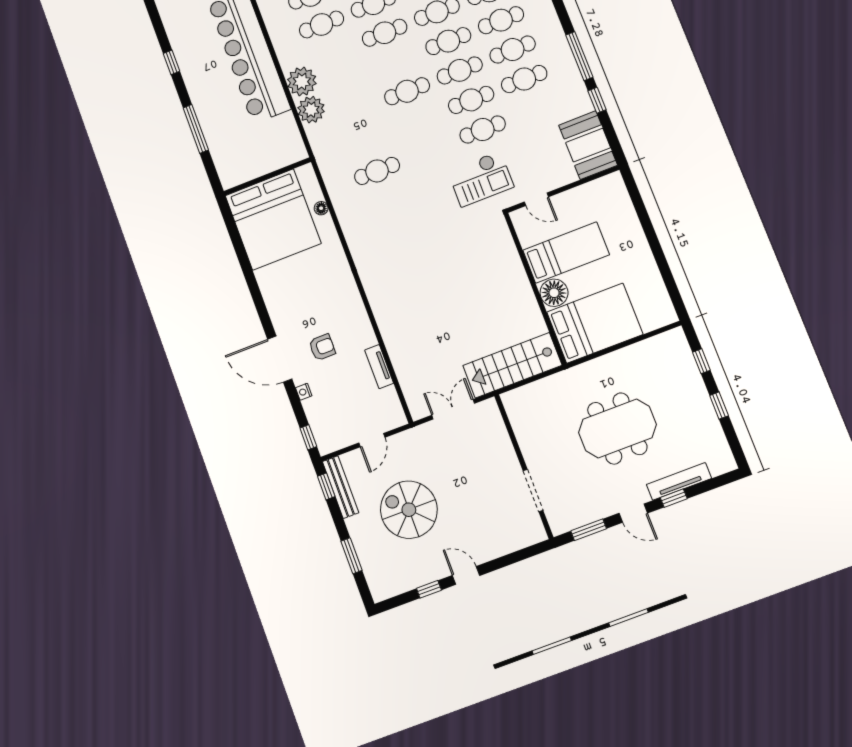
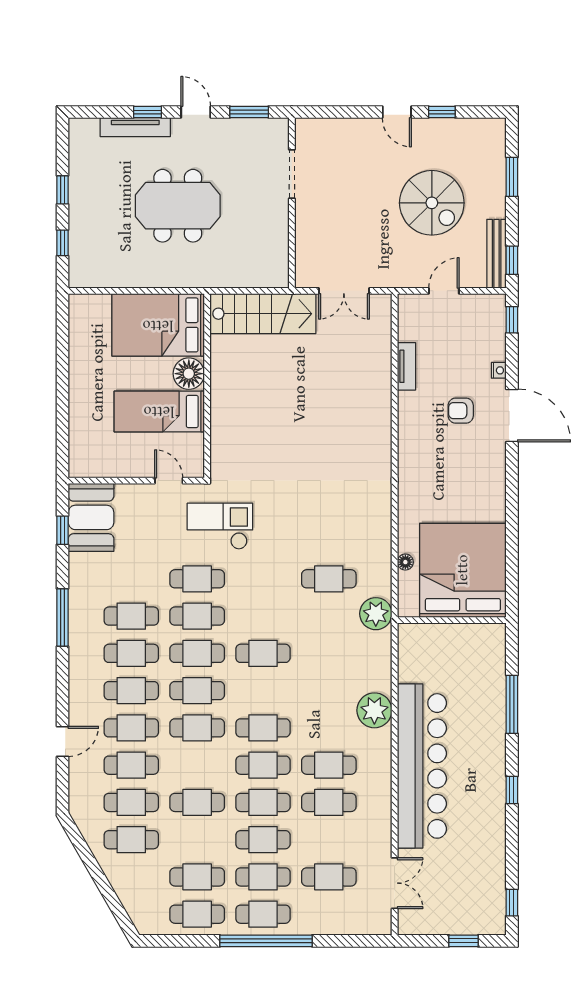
window: (597, 100) -> (63, 530), moved
plant: (311, 110) -> (376, 614), moved

